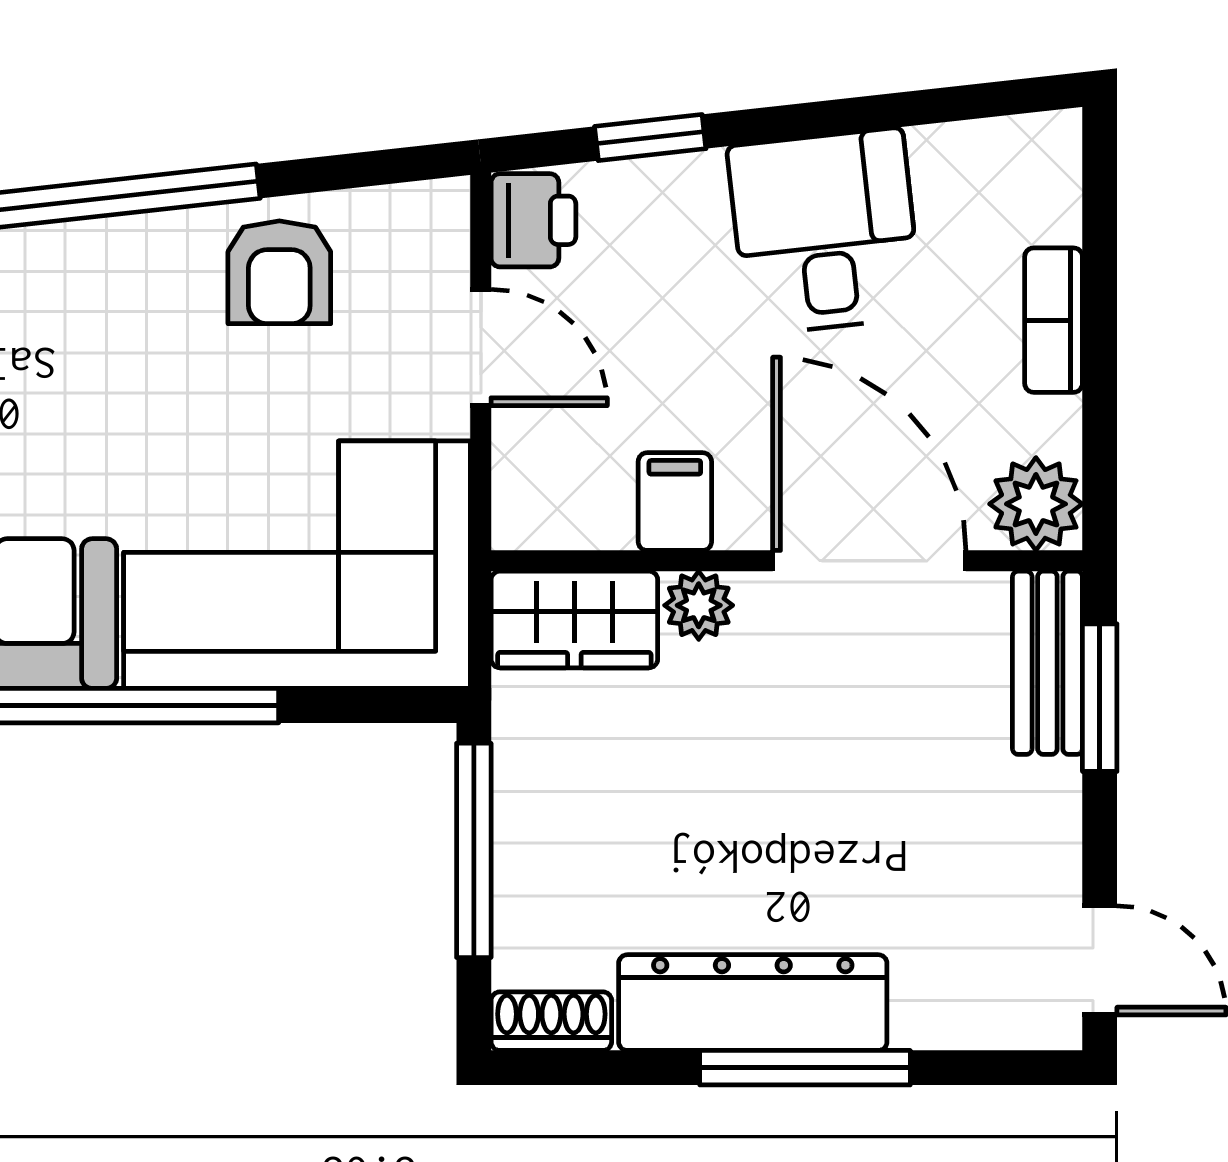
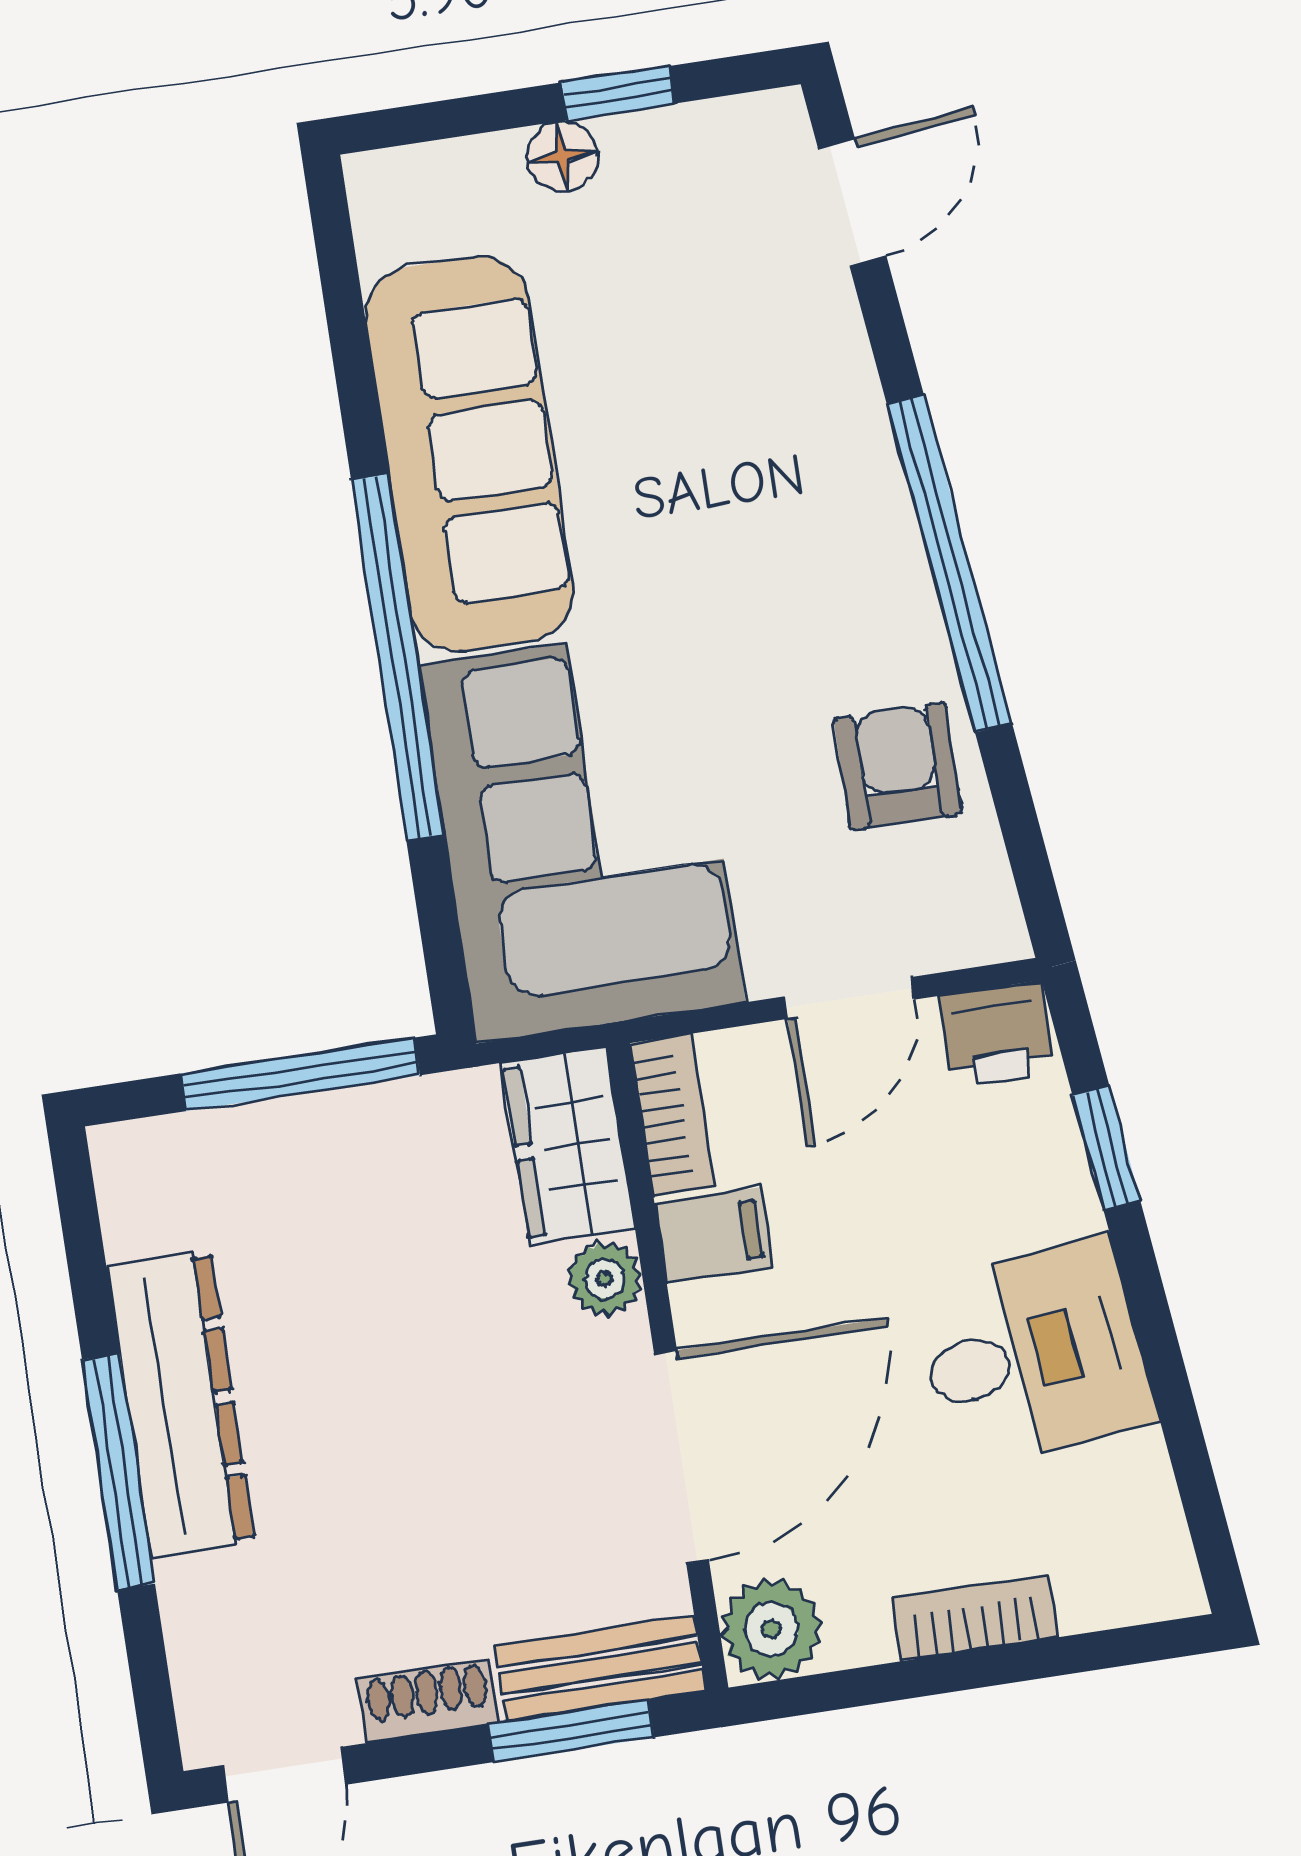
armchair: (279, 272) -> (898, 766), turned 90
bookcase: (561, 522) -> (672, 1115), added
shoe rack: (551, 1021) -> (428, 1701), moved, turned -90

